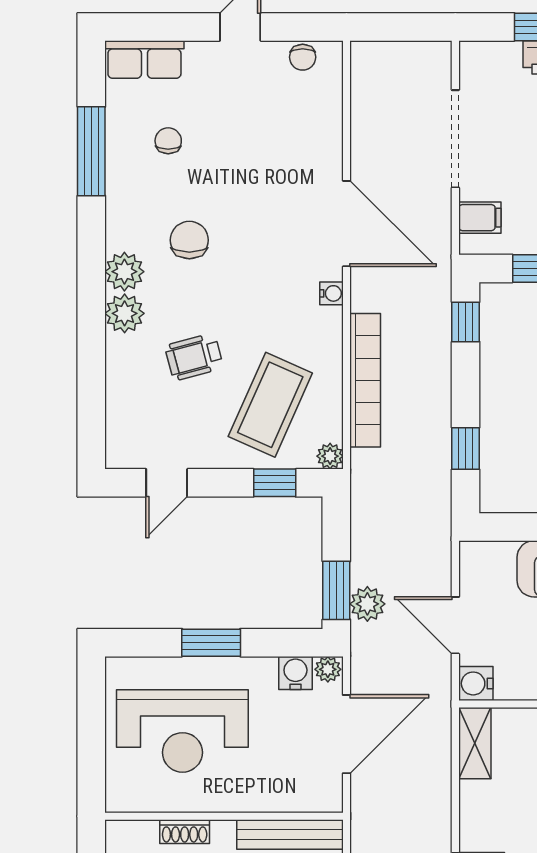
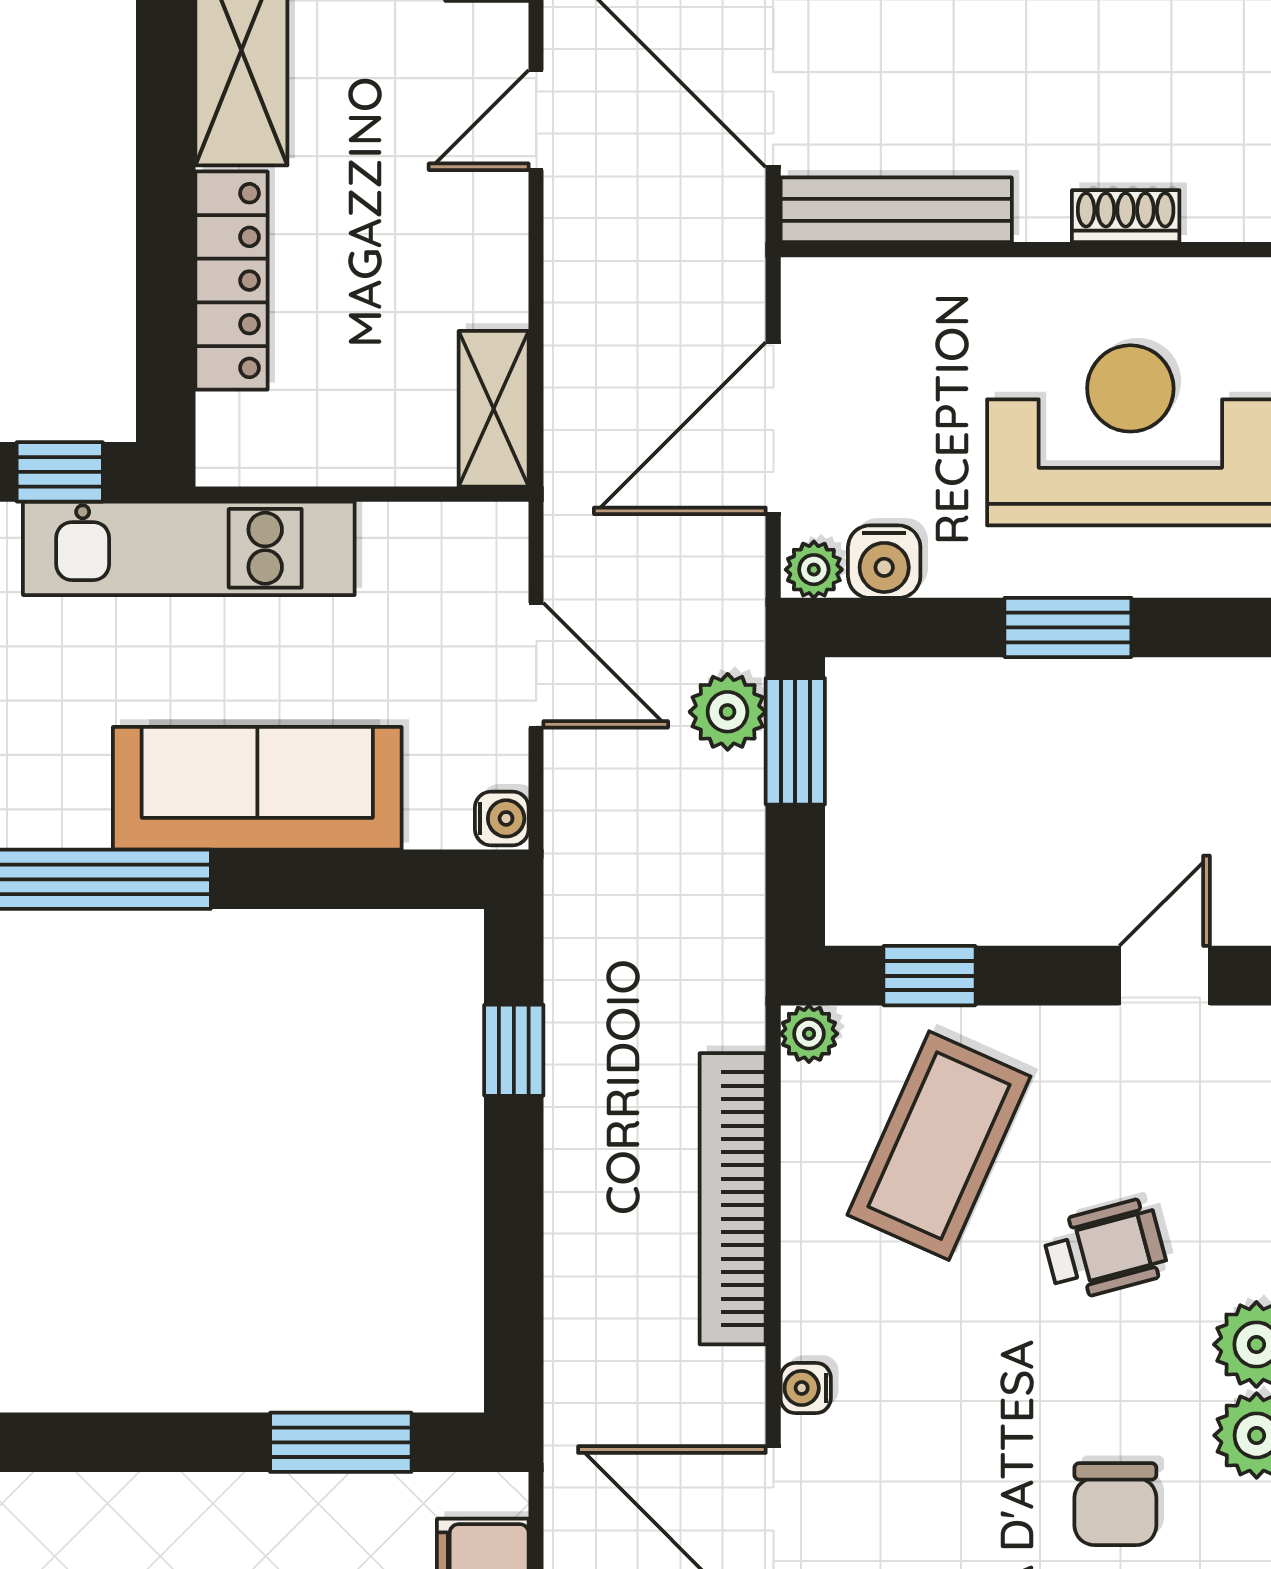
window: (466, 322) -> (514, 1326), removed
water cooler: (476, 683) -> (502, 818), moved, width x0.72, depth x0.72

